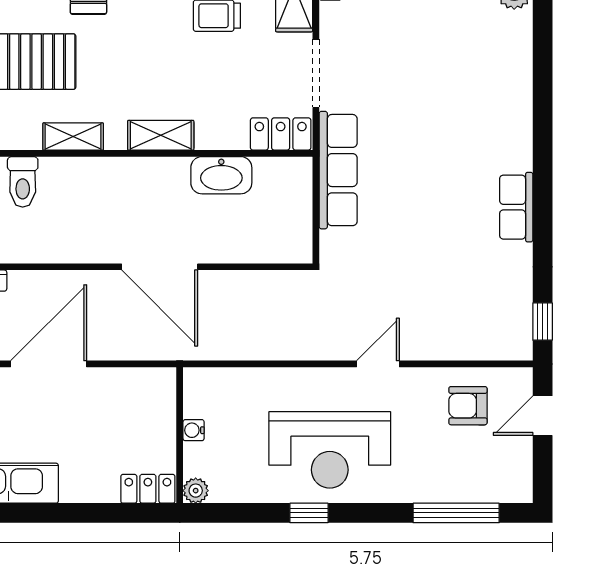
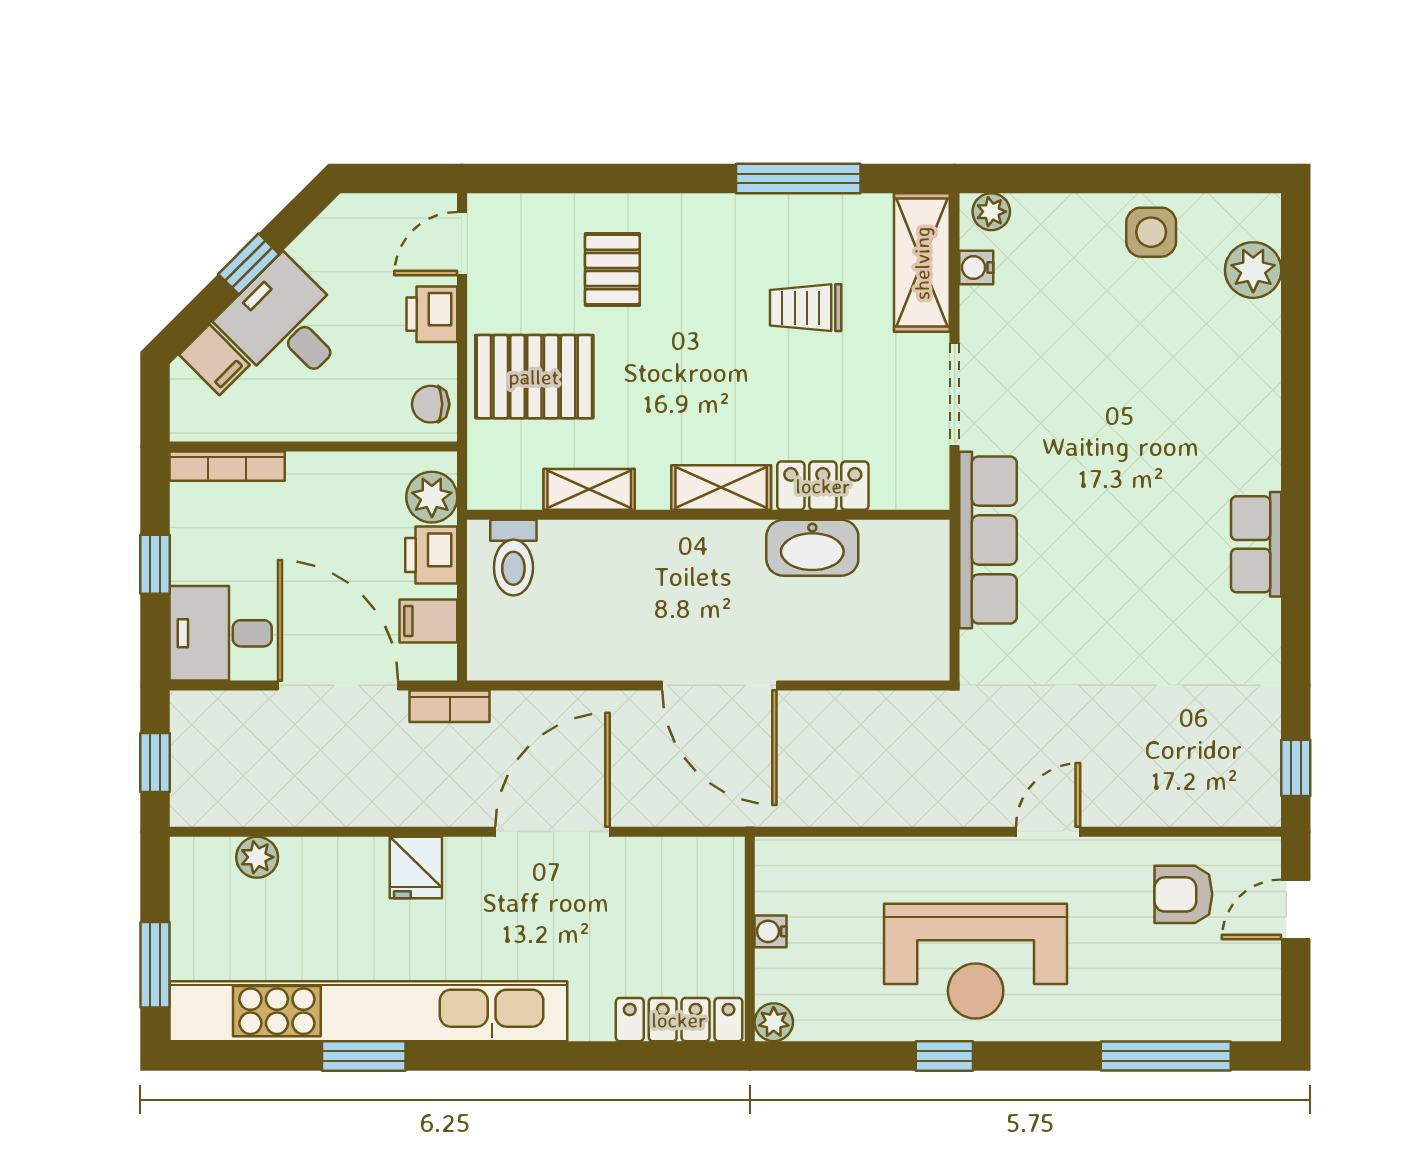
locker: (281, 134) -> (823, 486), moved
row of seats: (516, 207) -> (1256, 544), moved
locker: (148, 489) -> (679, 1020), width x1.53

